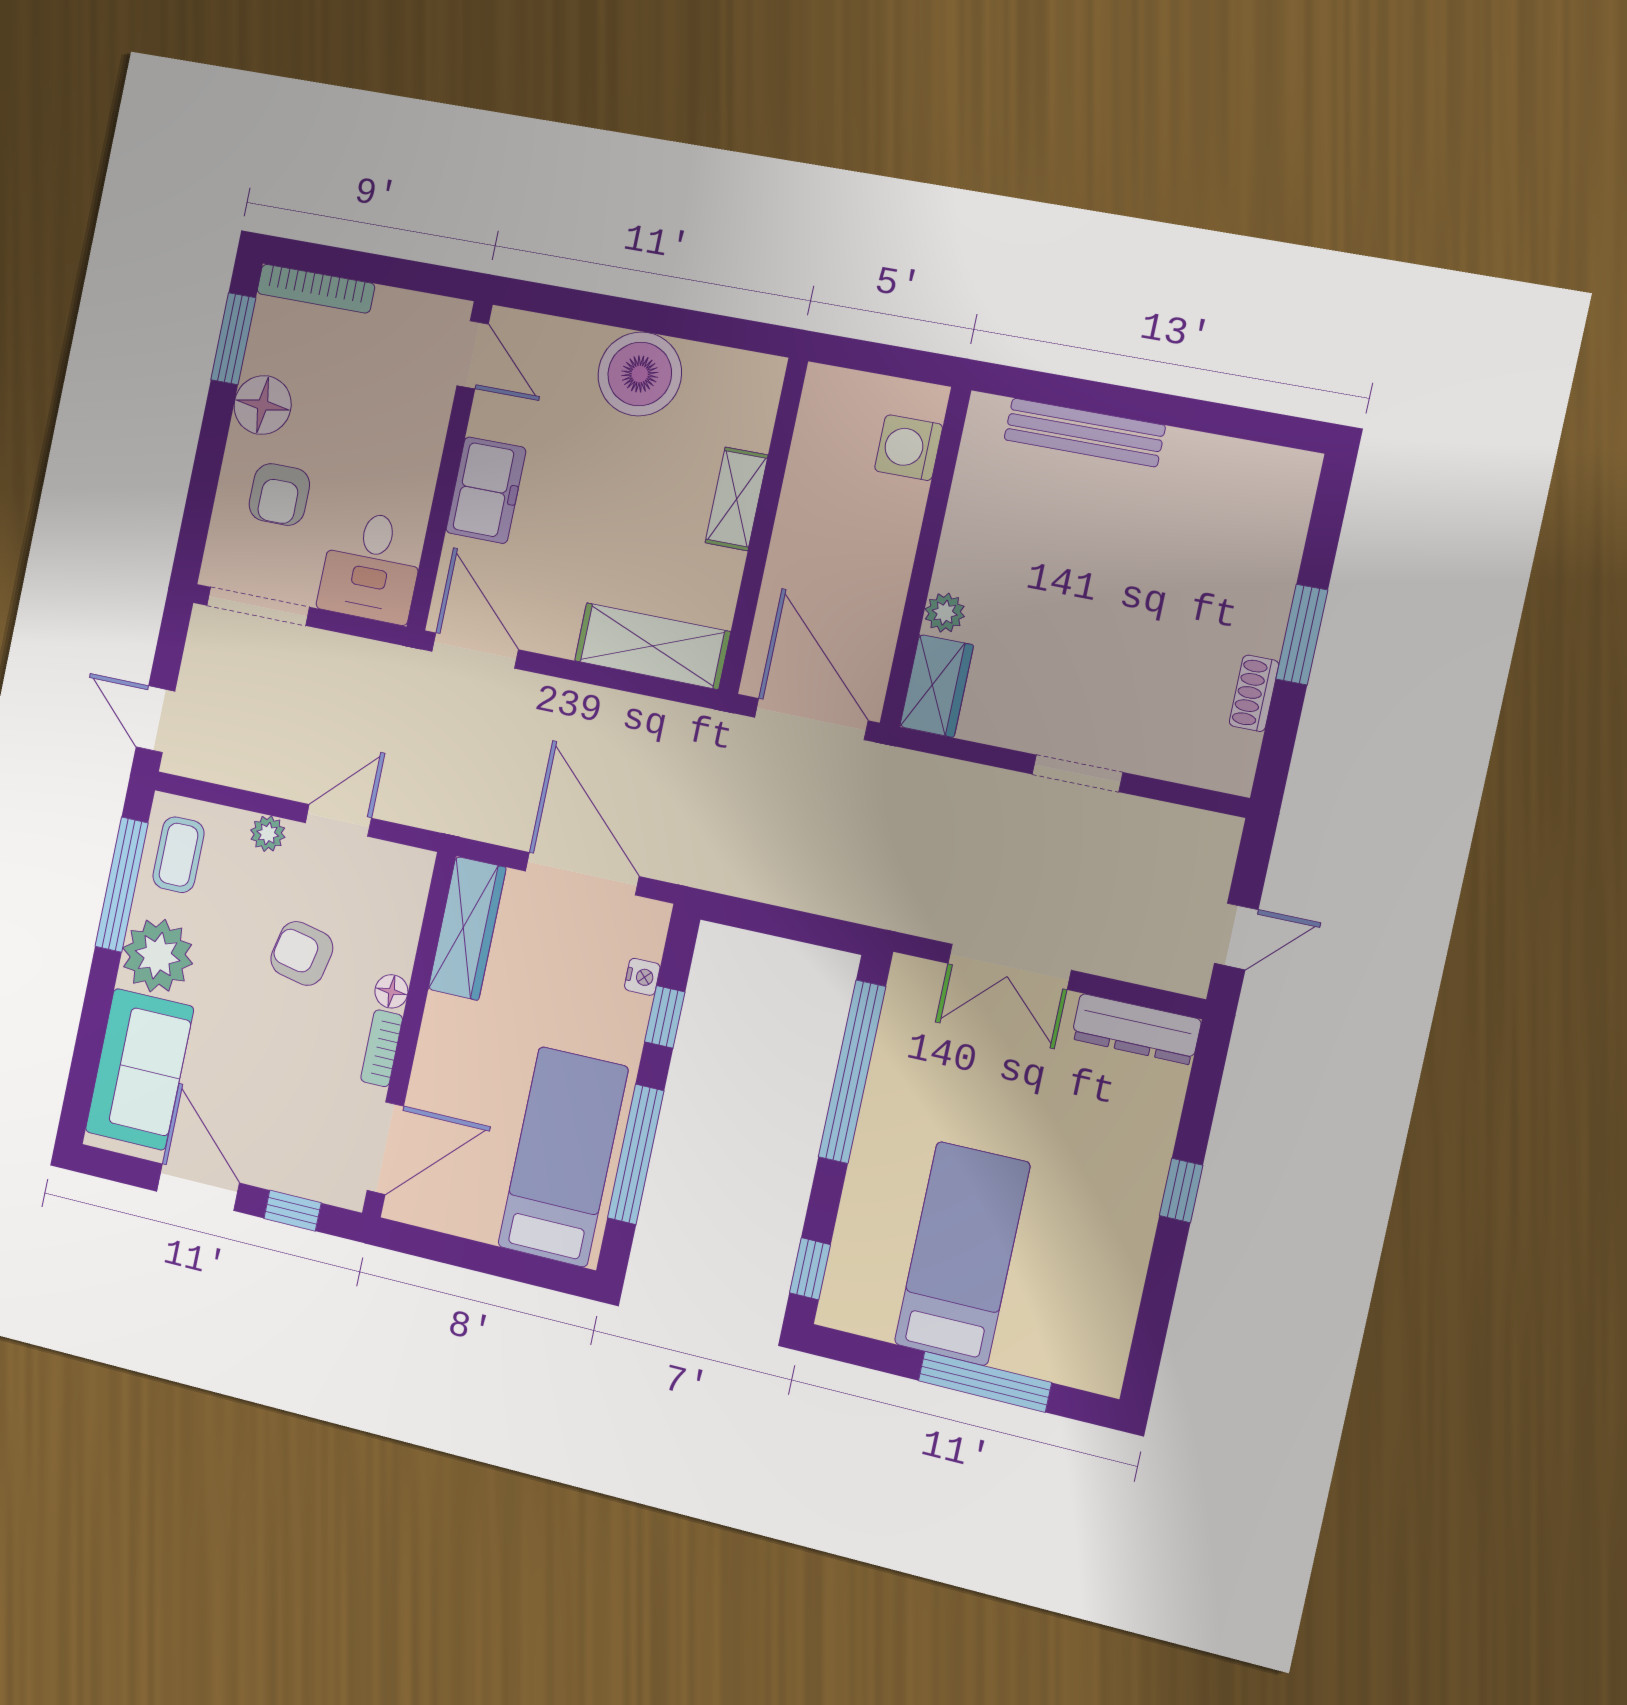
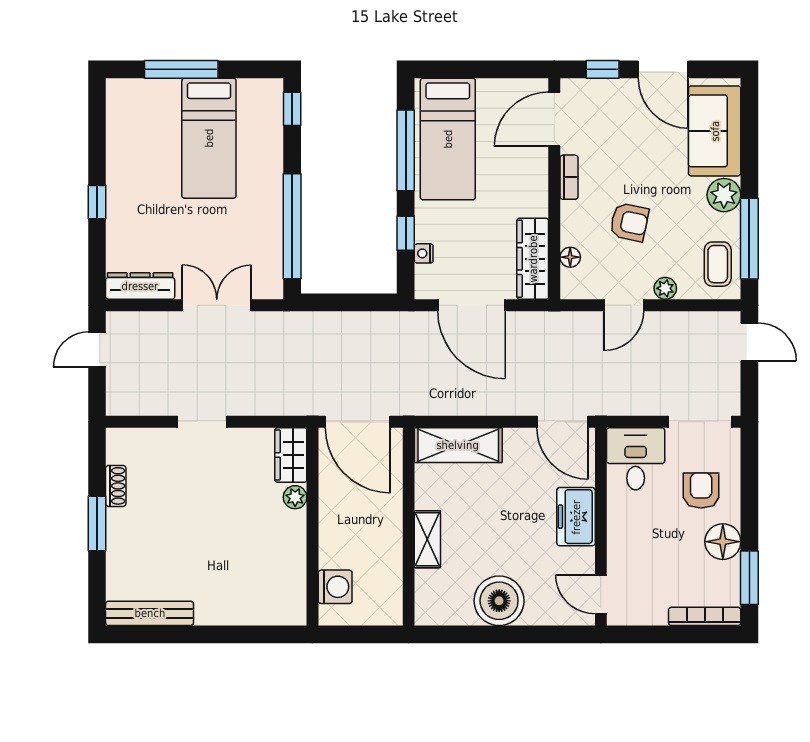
bench: (1084, 433) -> (150, 613), moved
plant: (158, 956) -> (724, 195), width x0.73, depth x0.73
floor lamp: (391, 991) -> (570, 257), moved

